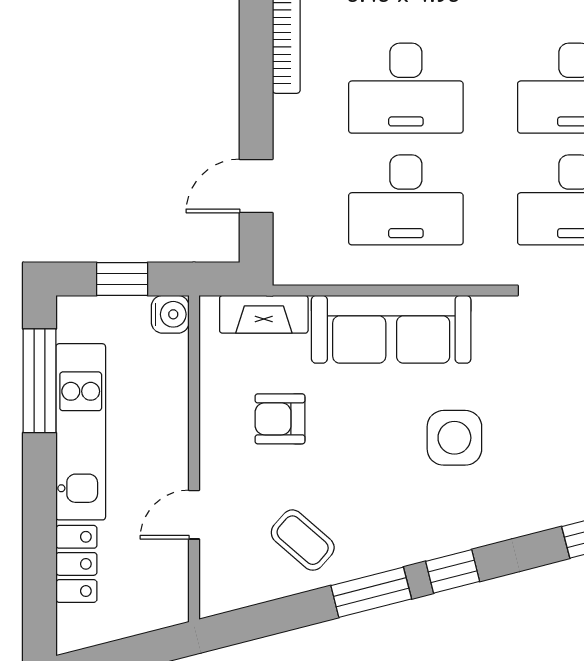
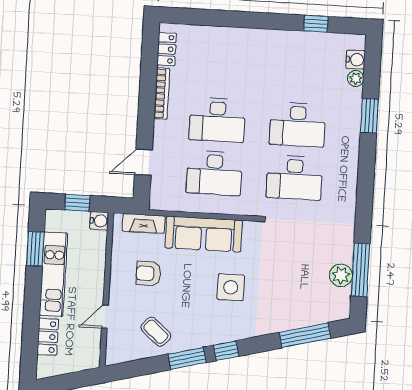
window: (40, 381) -> (35, 249), width x0.69

